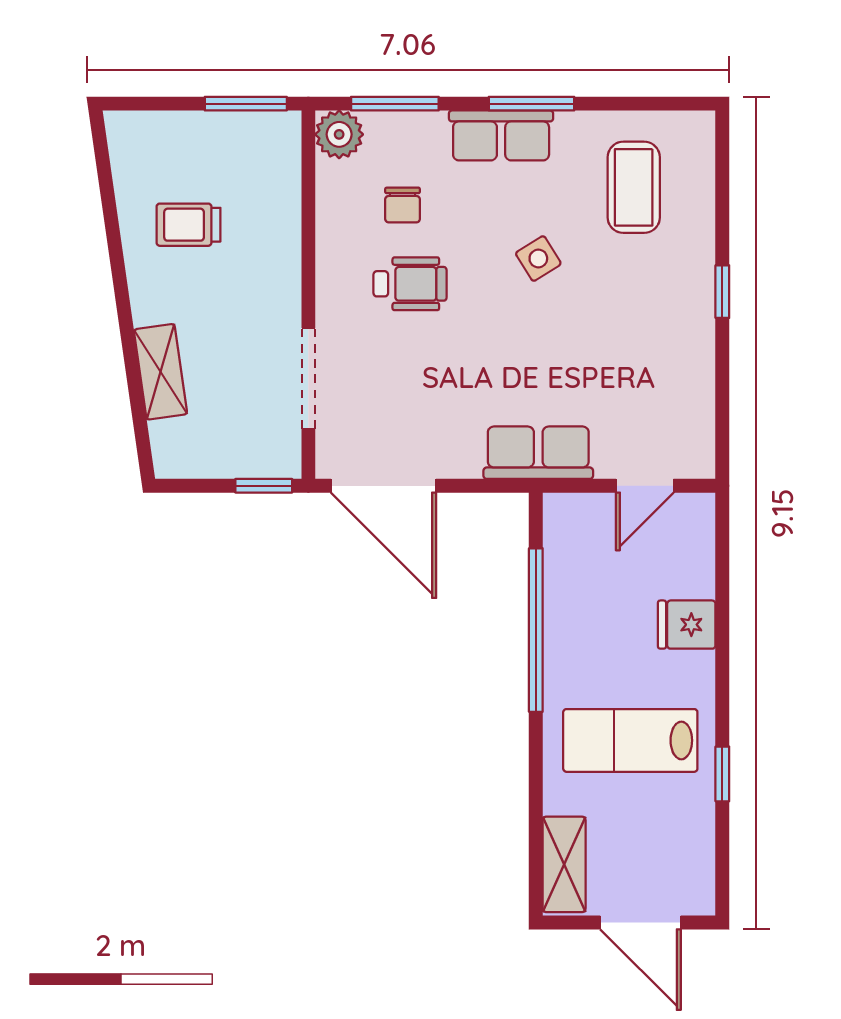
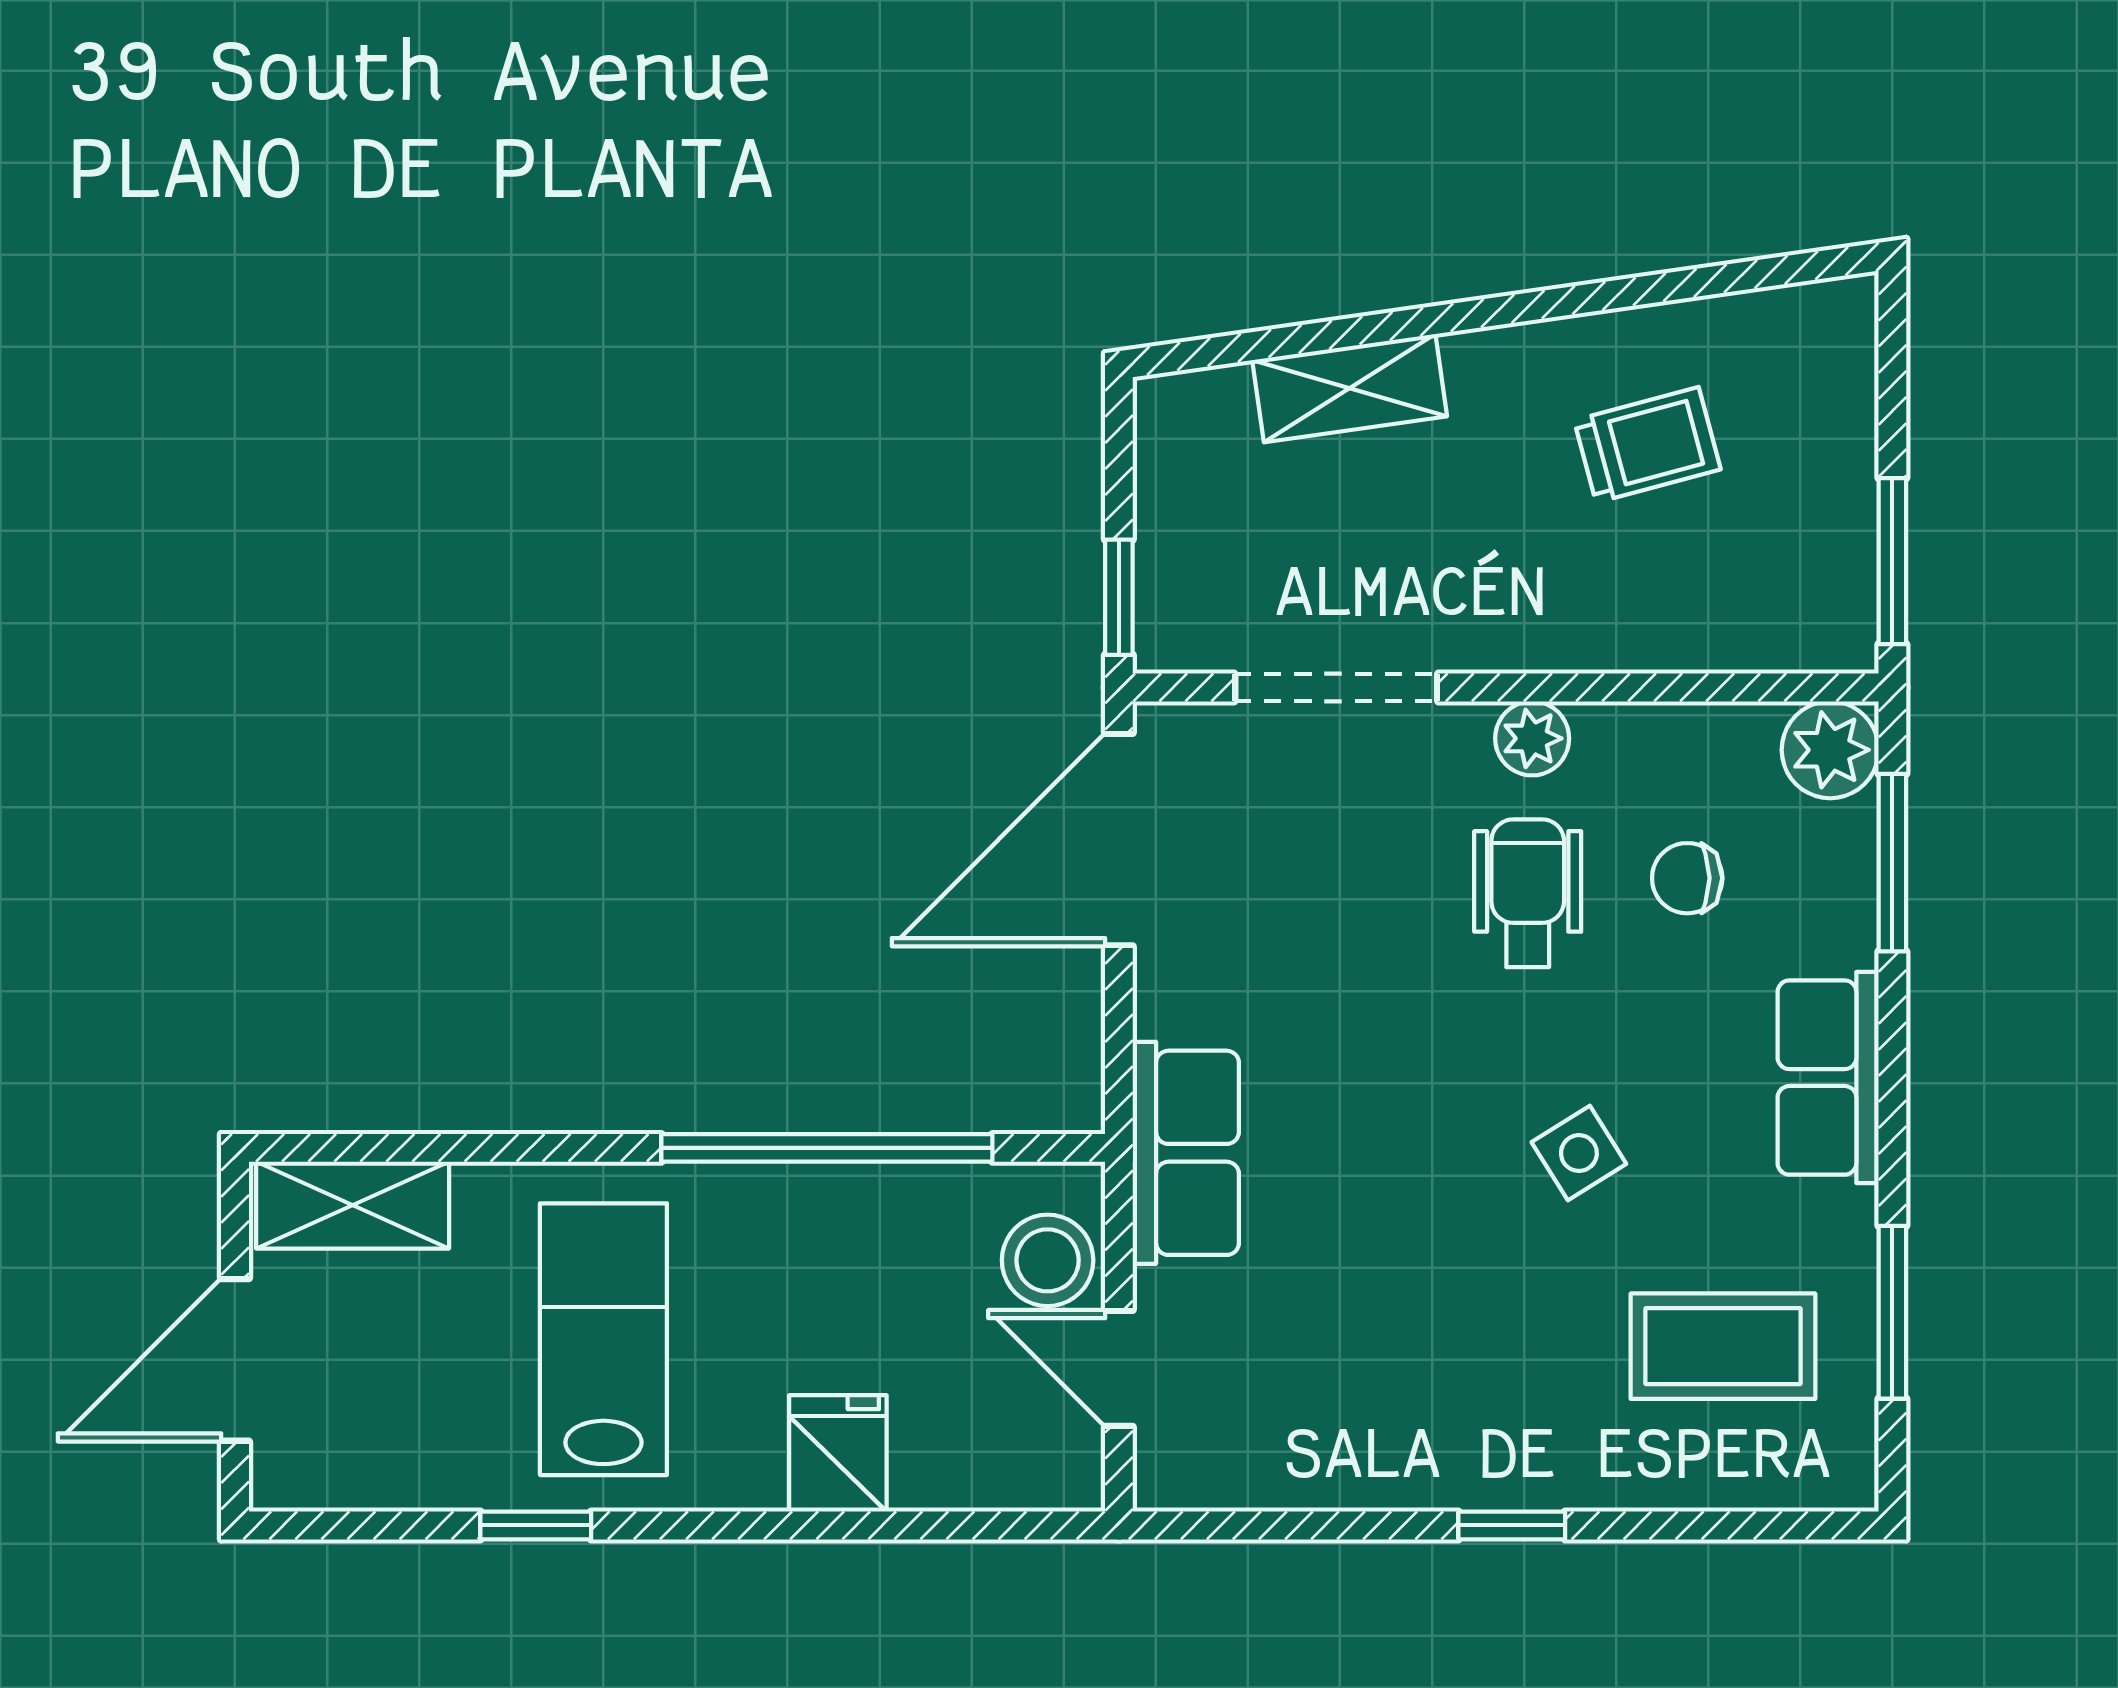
window: (531, 104) -> (1892, 1312), moved
trolley: (188, 225) -> (1647, 445), turned 75
plant: (333, 282) -> (1532, 738), added
wheelchair: (410, 284) -> (1528, 893), turned 180
stool: (591, 521) -> (1048, 1260), added

